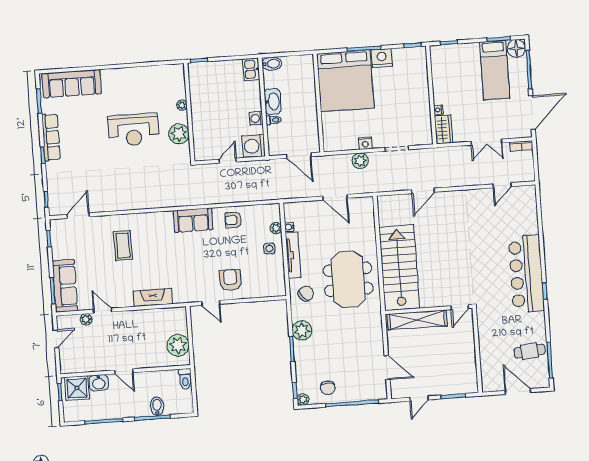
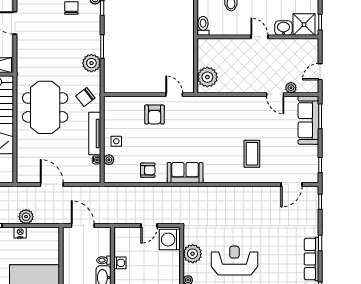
washing machine: (253, 146) -> (170, 240), moved, turned 180
fireplace: (153, 298) -> (228, 104), removed
plant: (178, 345) -> (207, 77), moved

